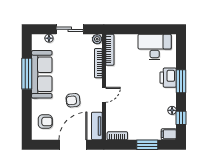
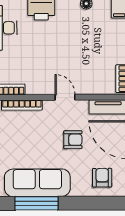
armchair: (73, 100) -> (73, 140), turned -85

